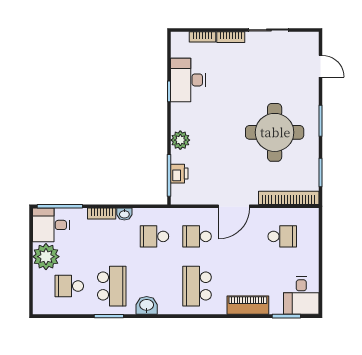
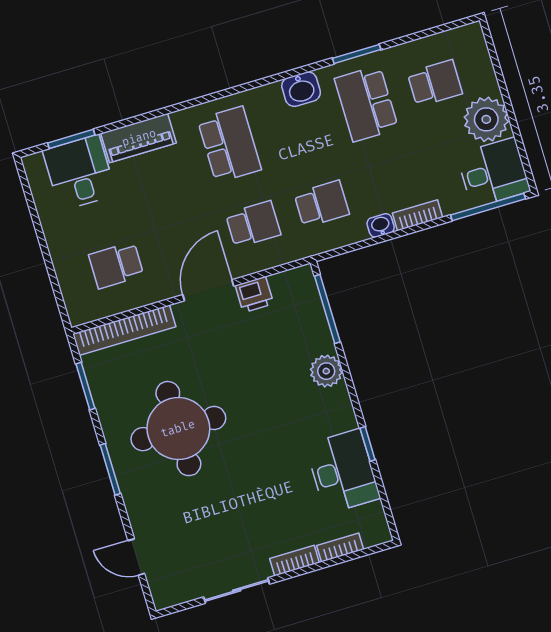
printer: (179, 174) -> (254, 295), moved, turned -90
desk: (301, 296) -> (79, 173), moved

